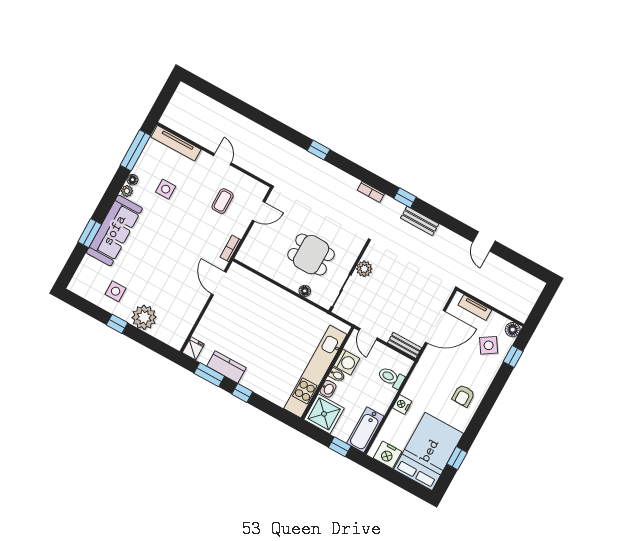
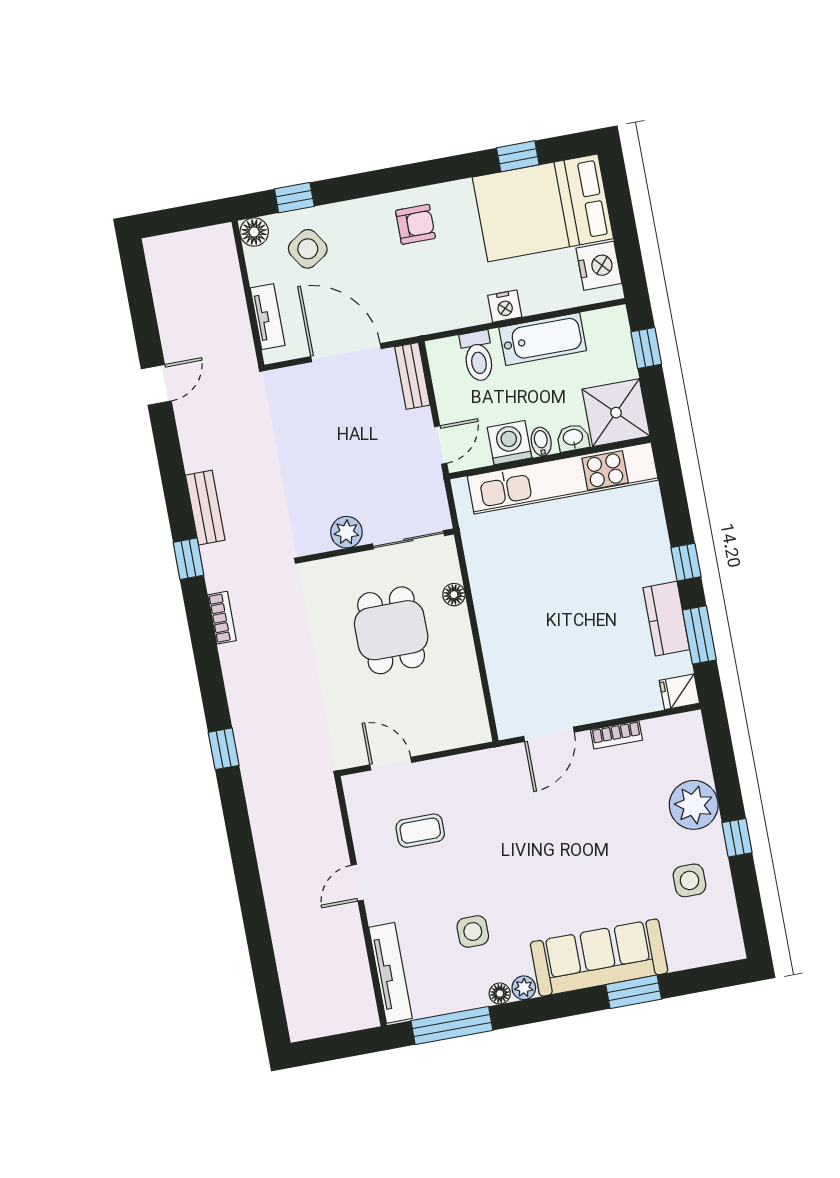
bookcase: (230, 248) -> (616, 735), moved
bathtub: (365, 430) -> (543, 339), moved

